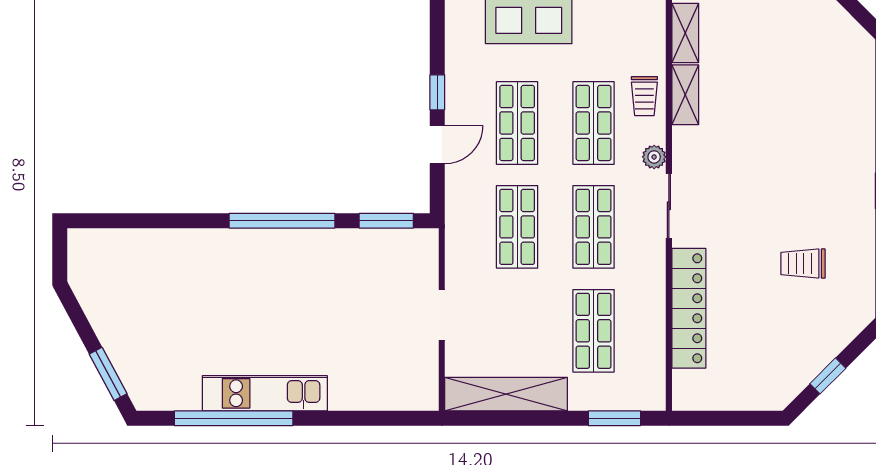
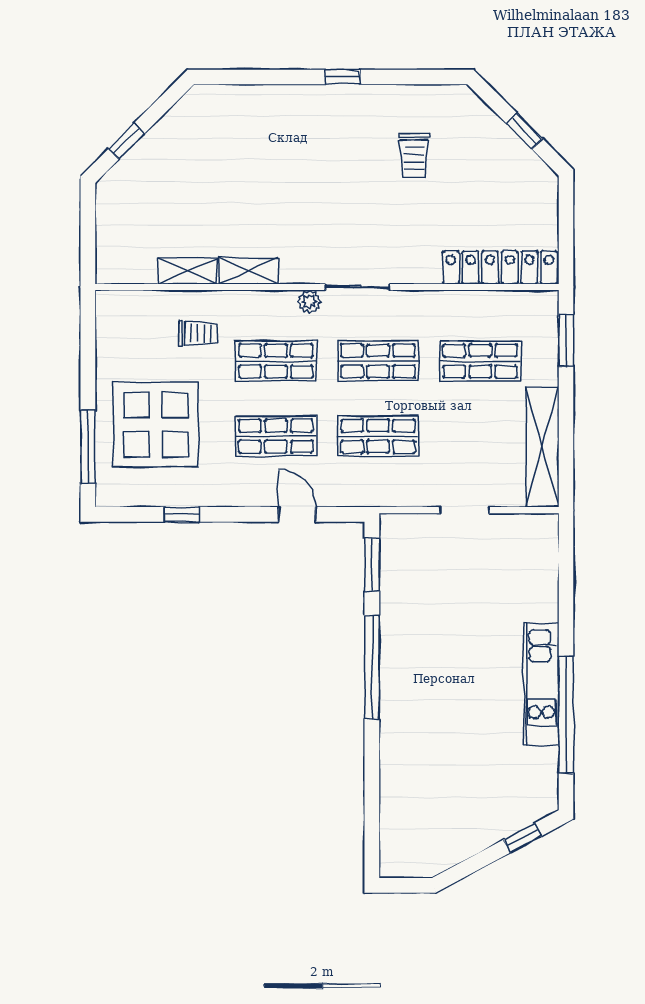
window: (437, 92) -> (182, 514), moved
trolley: (644, 96) -> (198, 333), moved
locker: (689, 308) -> (500, 267), moved
window: (108, 374) -> (522, 838), width x0.67

